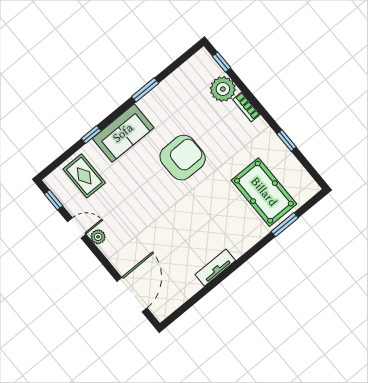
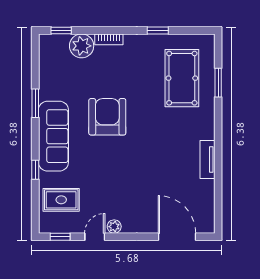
sofa: (123, 133) -> (53, 136), width x1.36
pool table: (264, 192) -> (182, 78), turned 90

